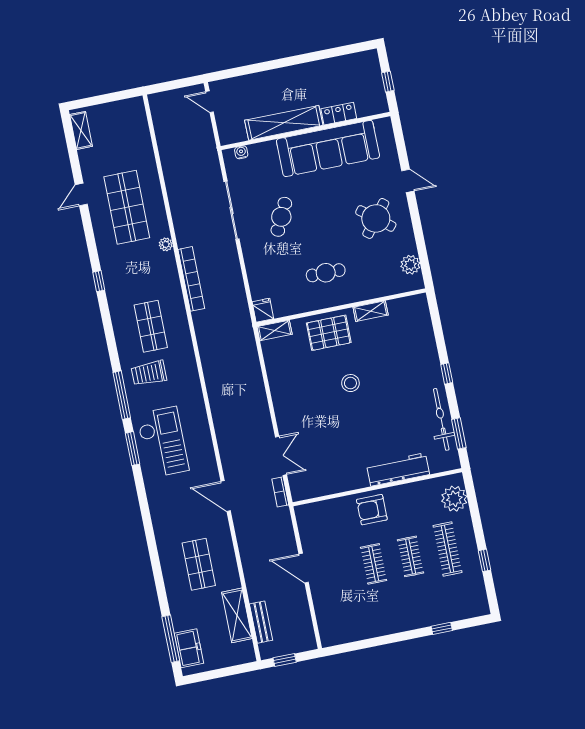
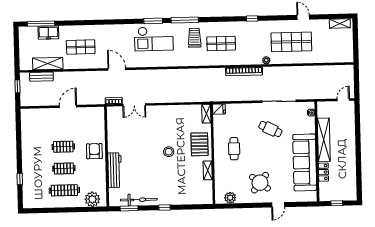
door: (226, 496) -> (117, 69), hinge flipped
window: (484, 560) -> (54, 210), removed
freezer: (189, 648) -> (48, 33), moved

